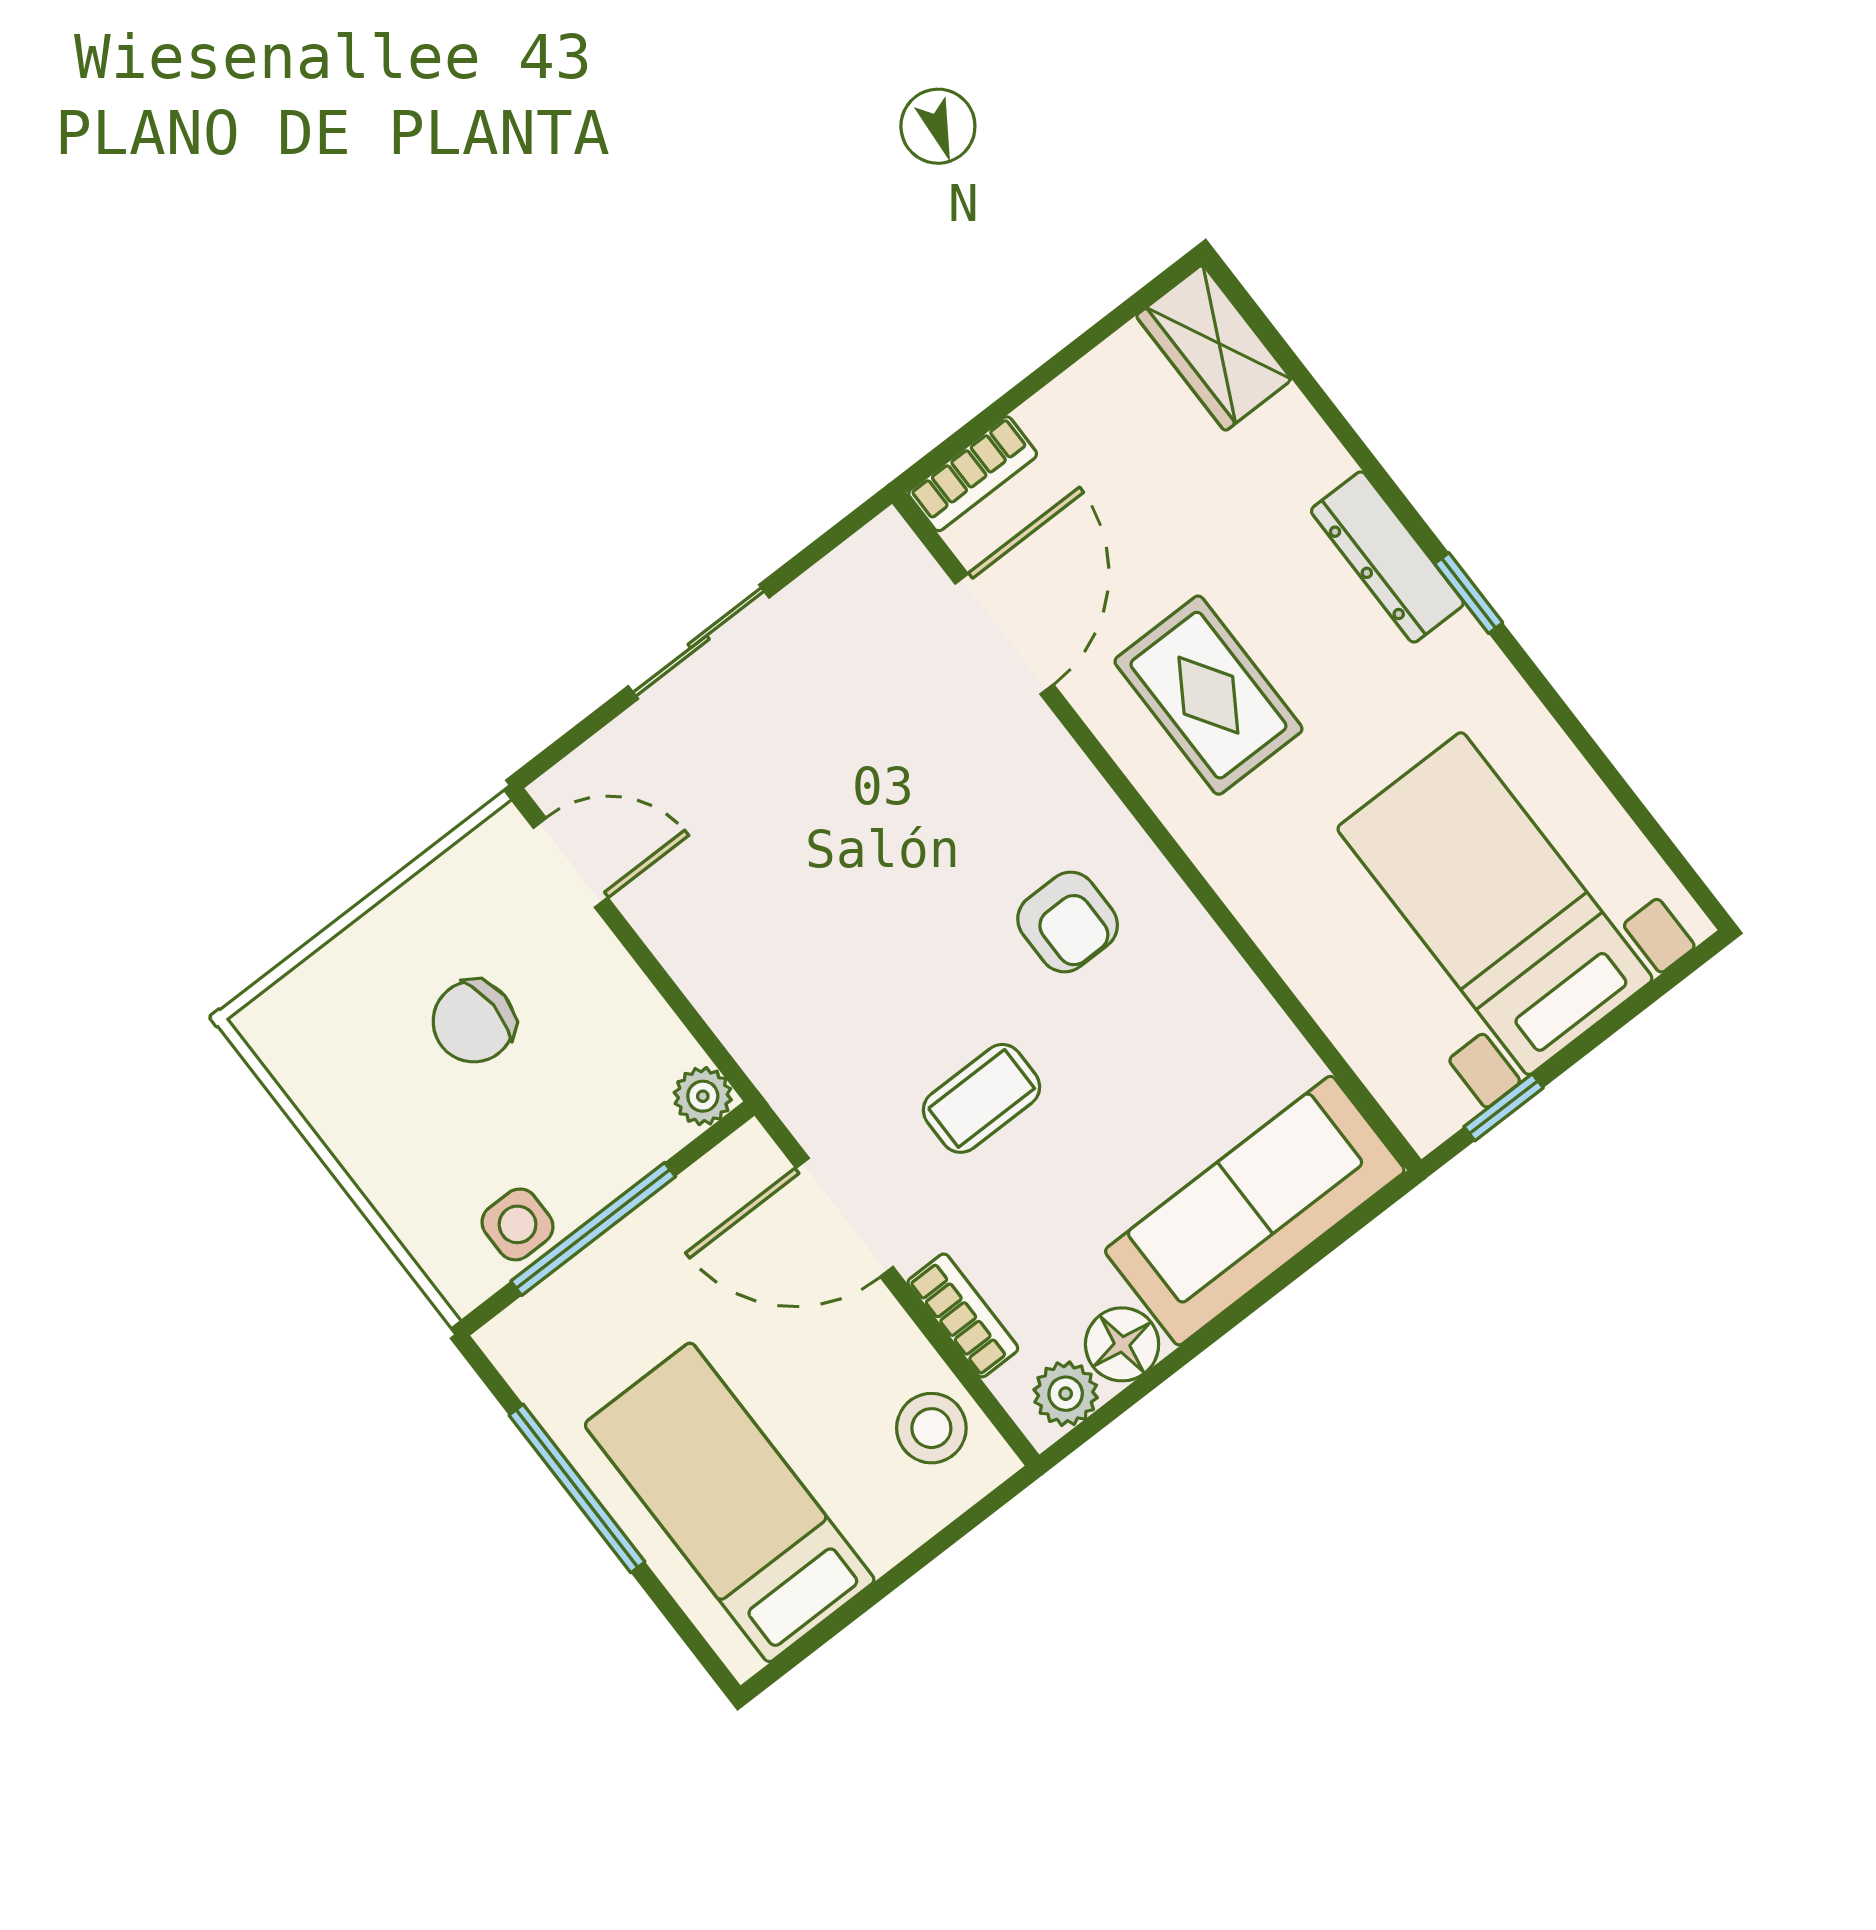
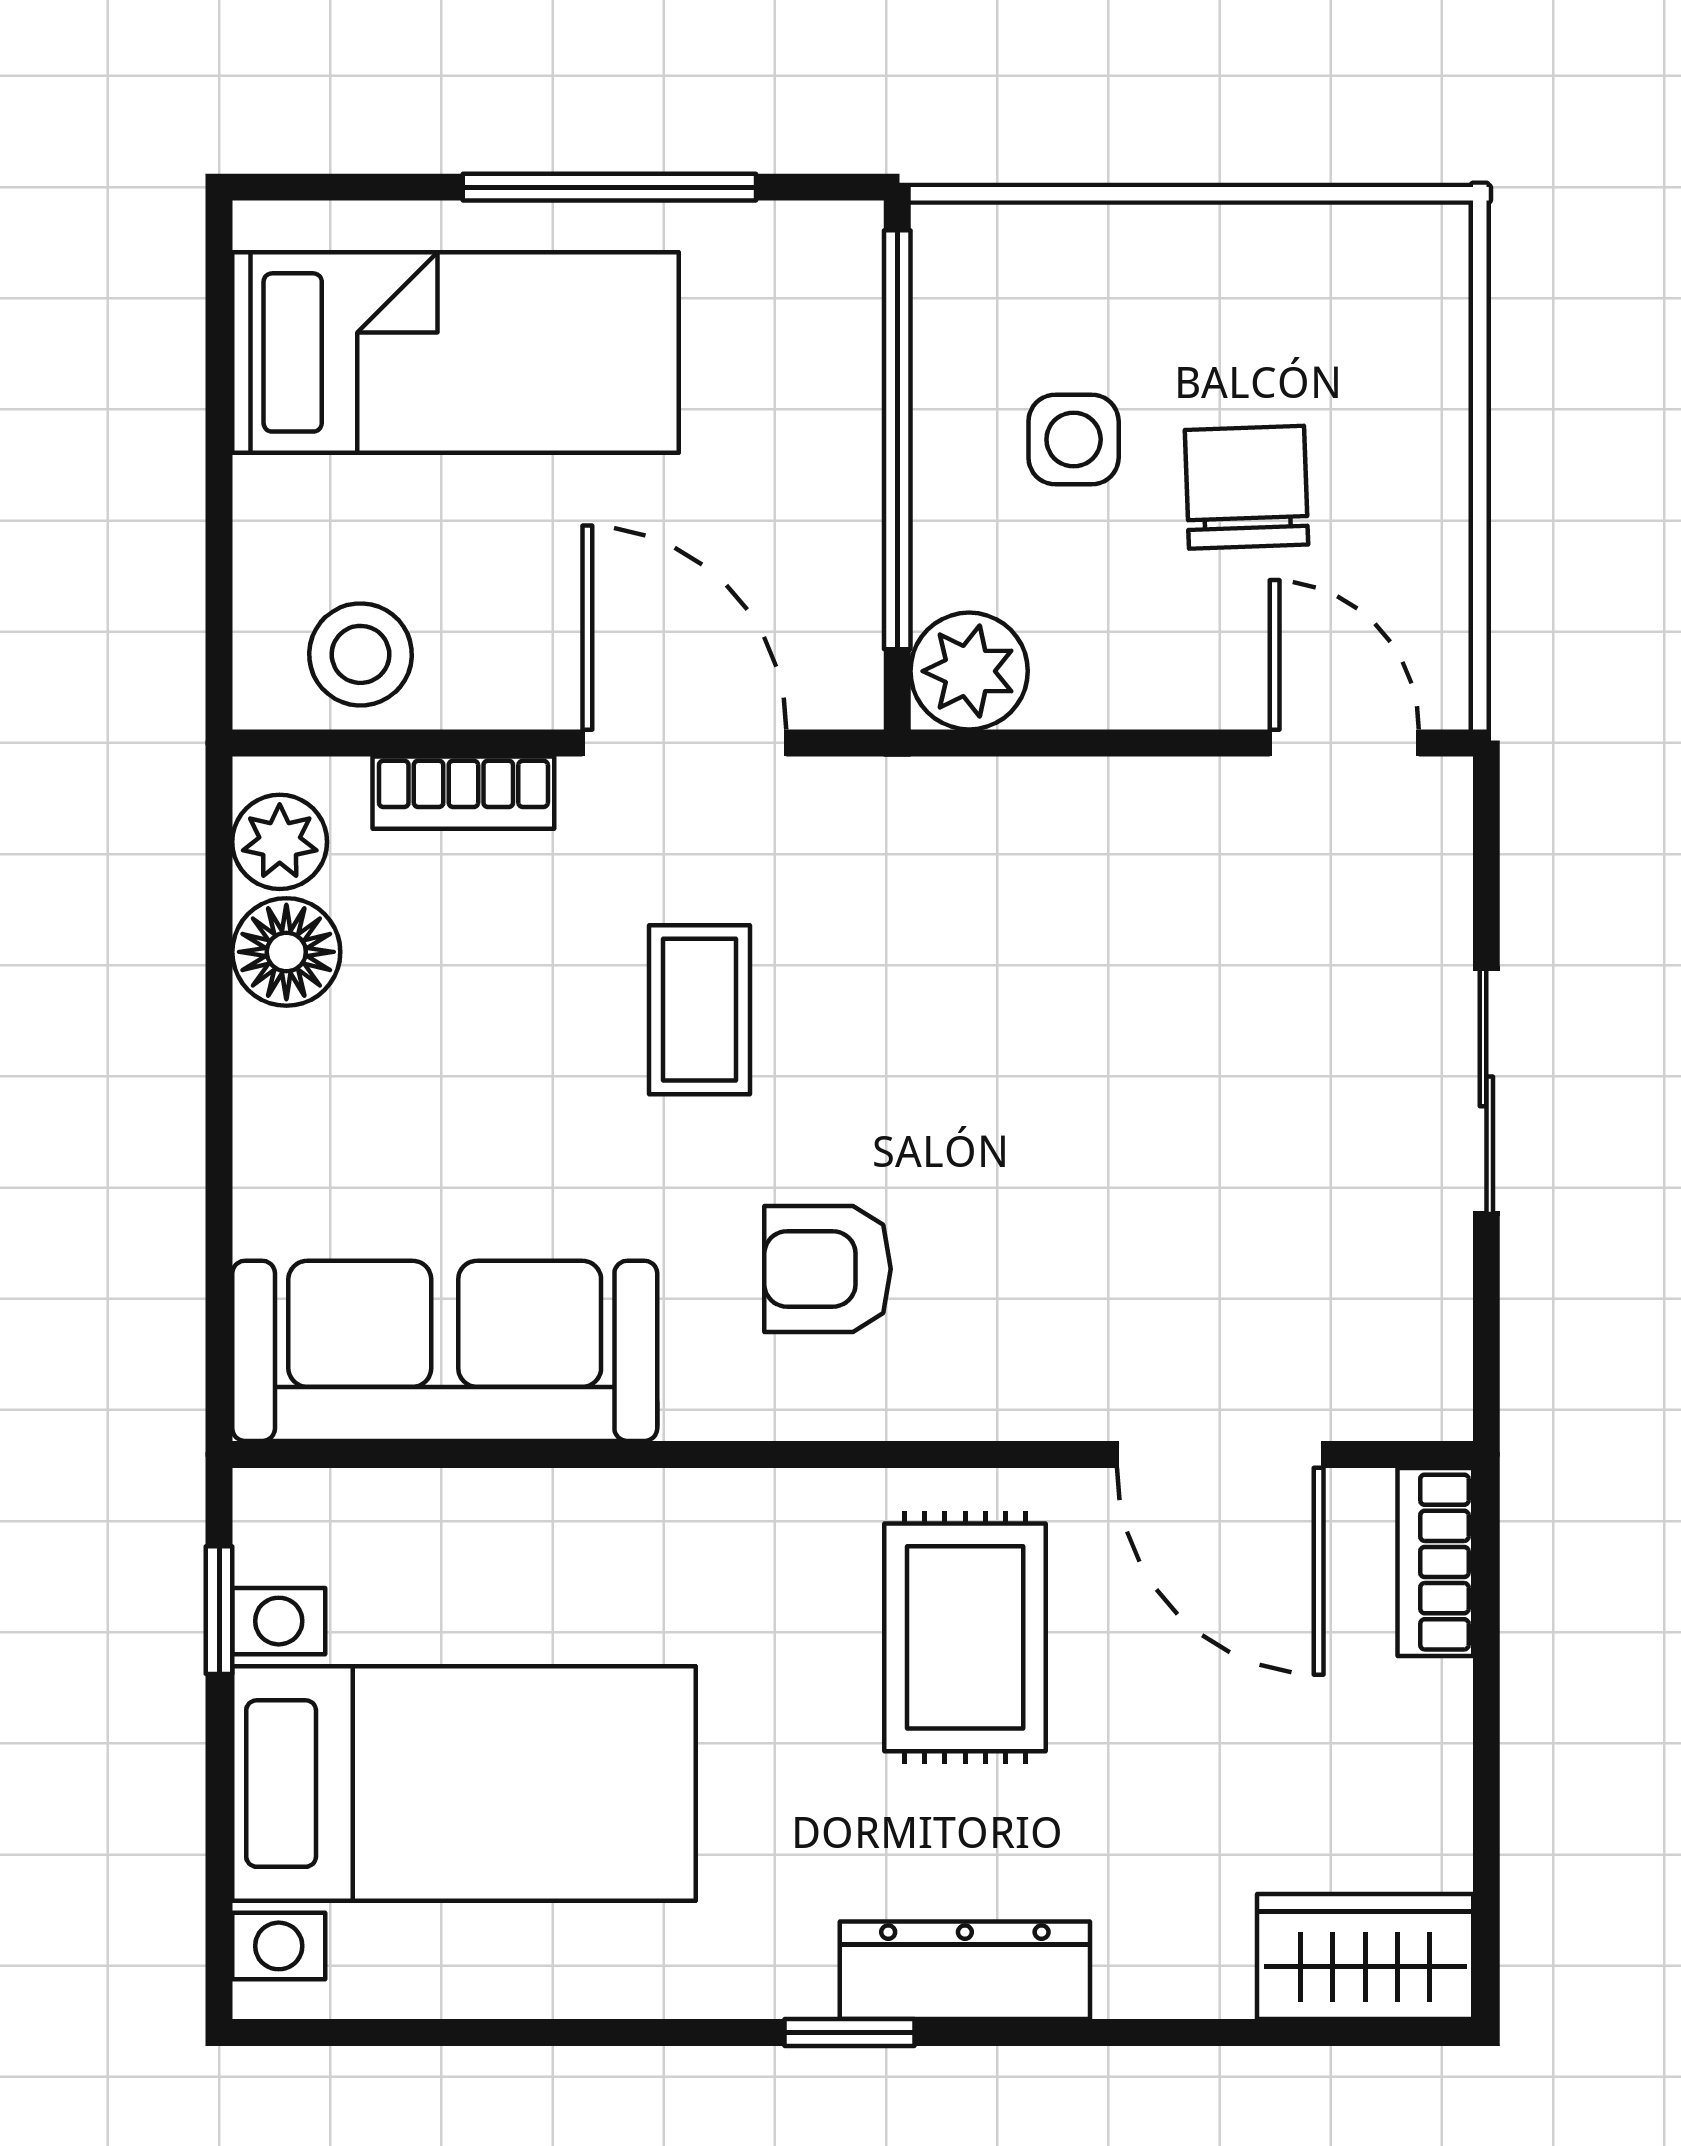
rug: (1208, 695) -> (965, 1637), turned 90
door: (570, 863) -> (1344, 743), swing flipped
plant: (703, 1096) -> (969, 671), width x1.38, depth x1.38
sofa: (1255, 1211) -> (445, 1351), moved, turned -90
door: (844, 1217) -> (684, 743), hinge flipped
side table: (518, 1224) -> (1074, 439), moved
window: (593, 1229) -> (897, 440), width x1.46

